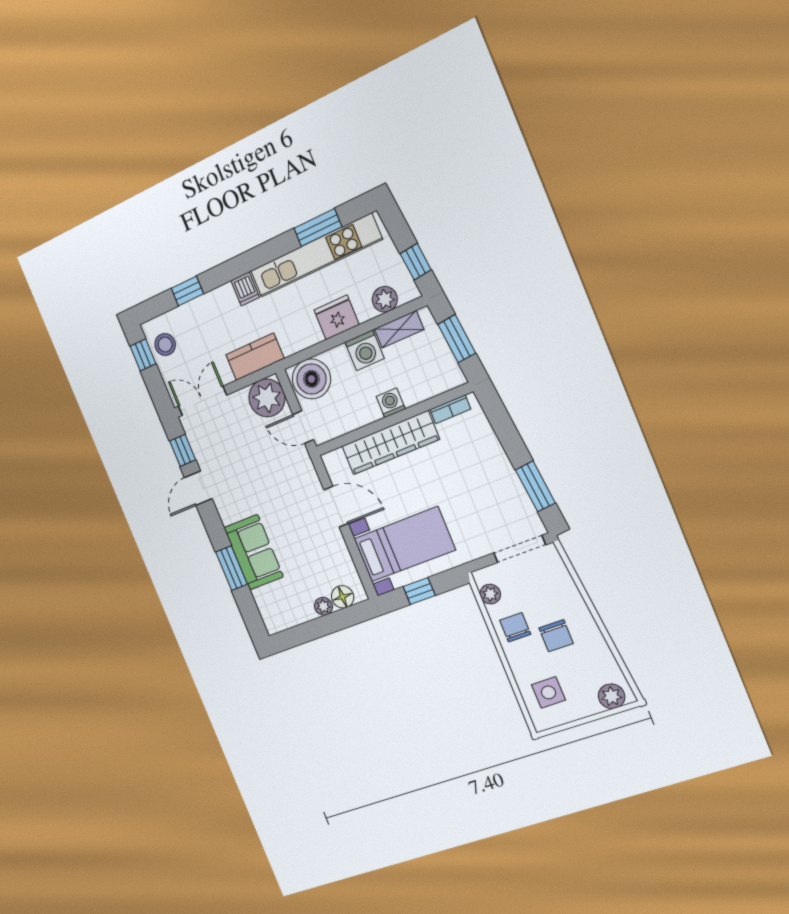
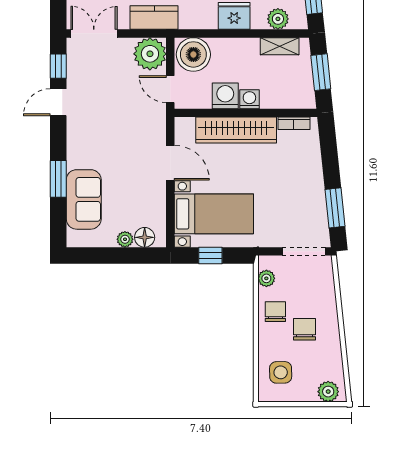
washing machine: (365, 350) -> (225, 96), moved, turned 180
sofa: (254, 552) -> (84, 199), moved
chair: (556, 636) -> (304, 329), turned 180

